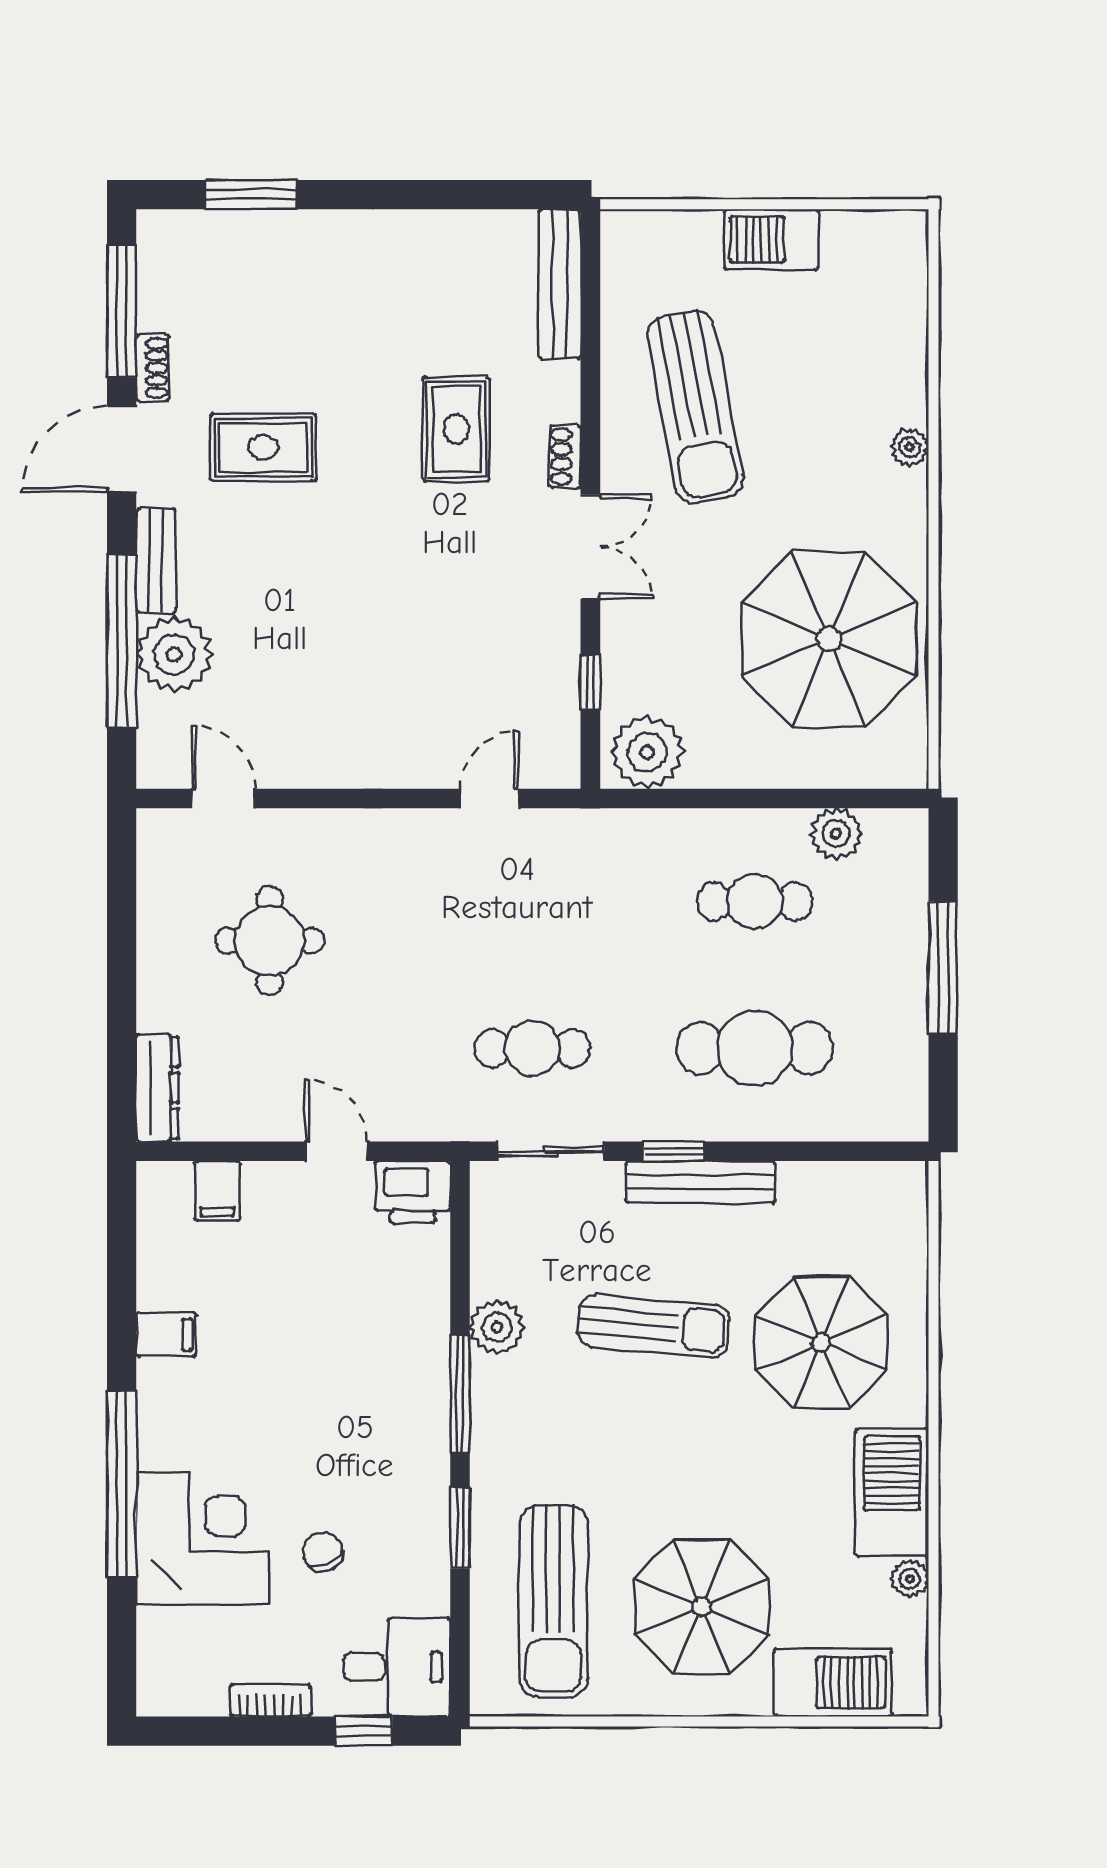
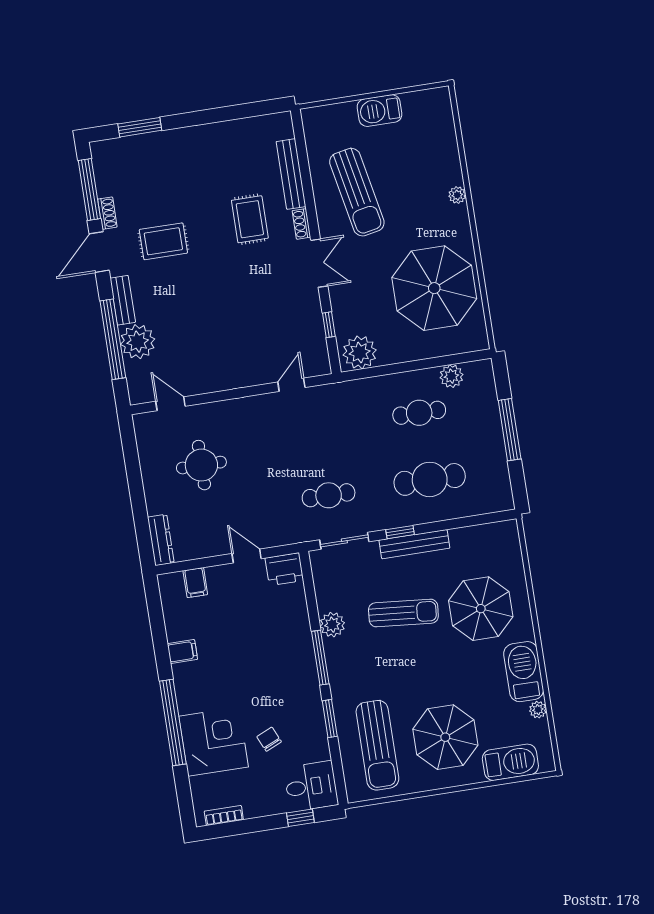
bench: (560, 284) -> (291, 174), moved
bookcase: (270, 1700) -> (224, 815), moved

